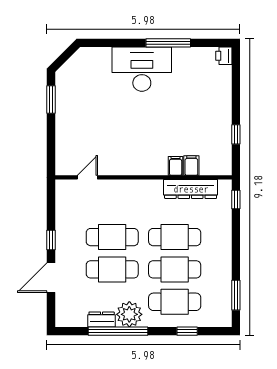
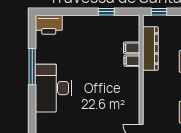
printer: (224, 56) -> (49, 25), width x1.87, depth x1.48

